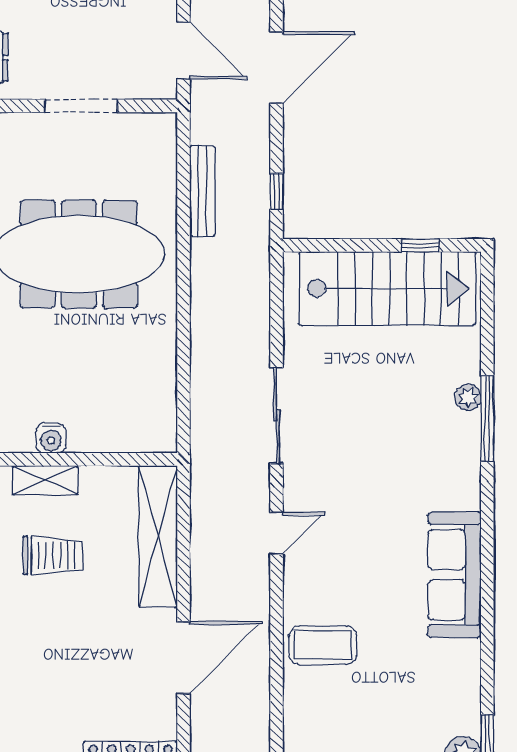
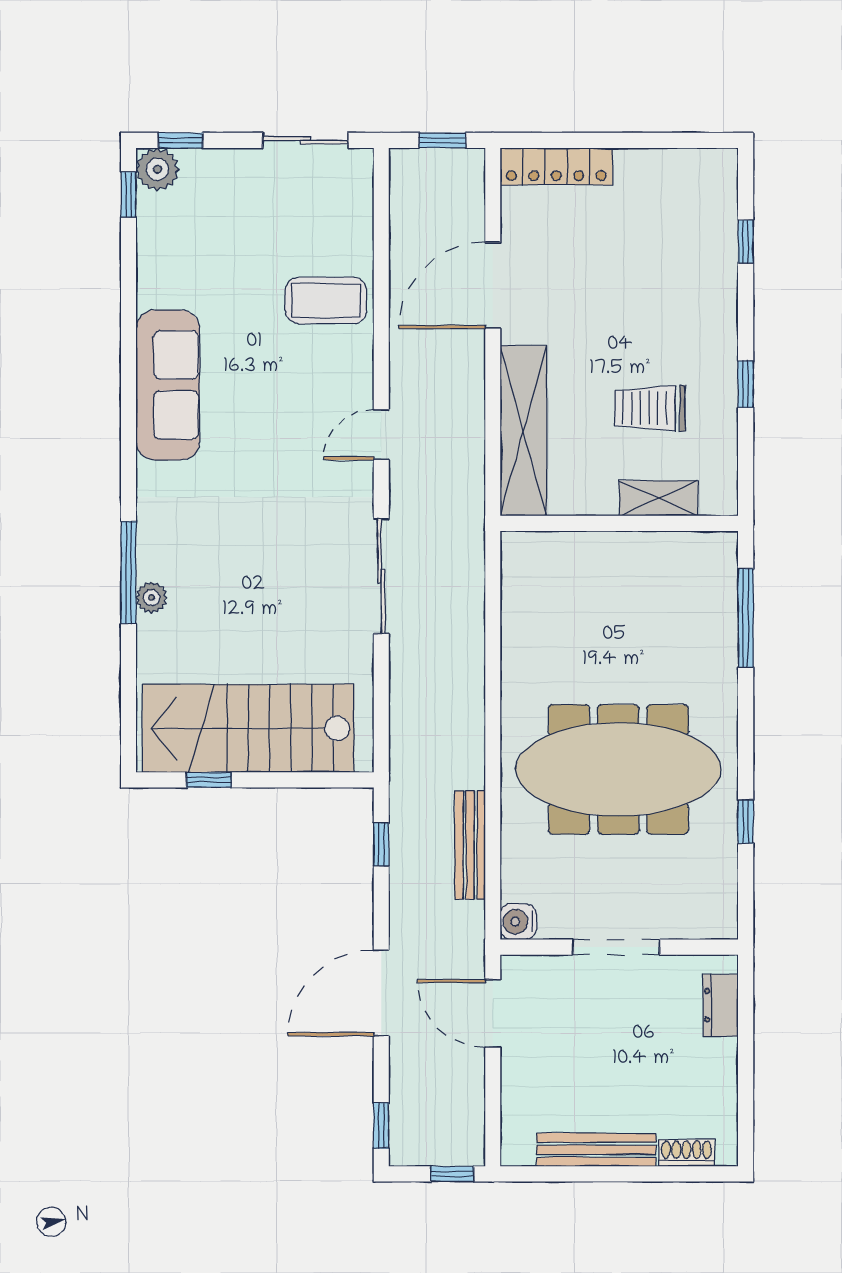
water cooler: (51, 438) -> (518, 922), moved, turned -90

